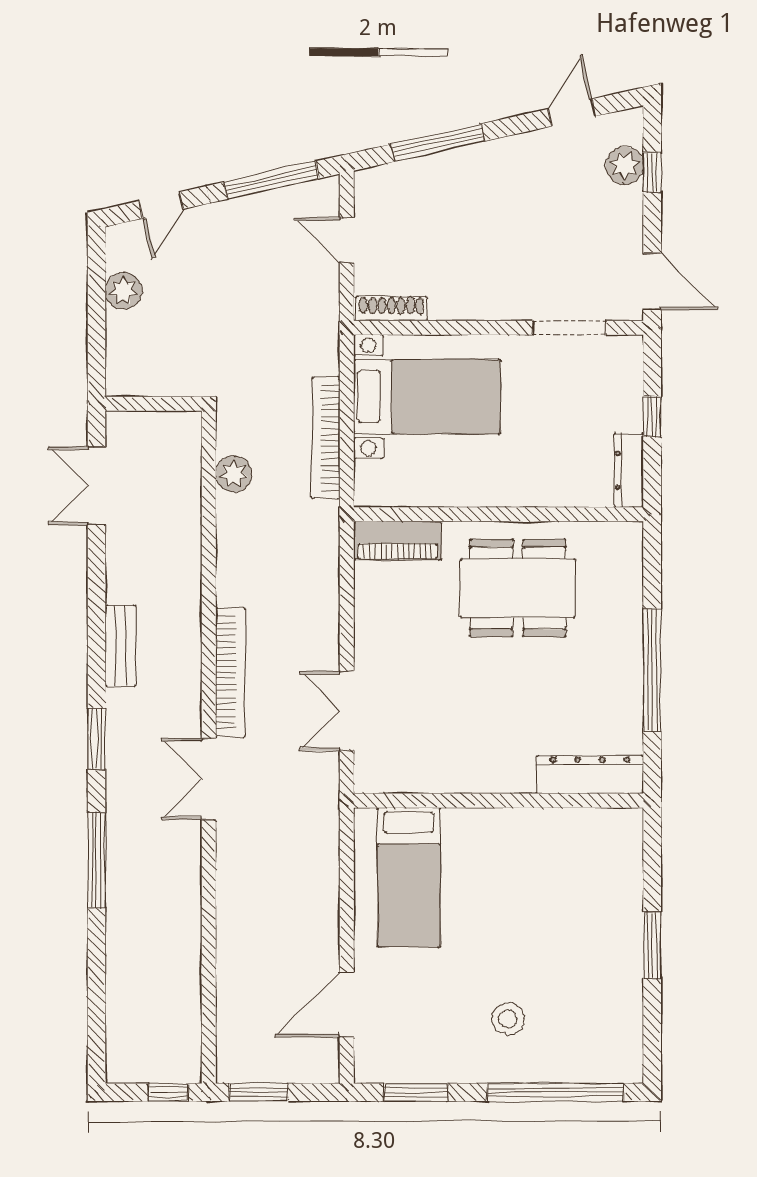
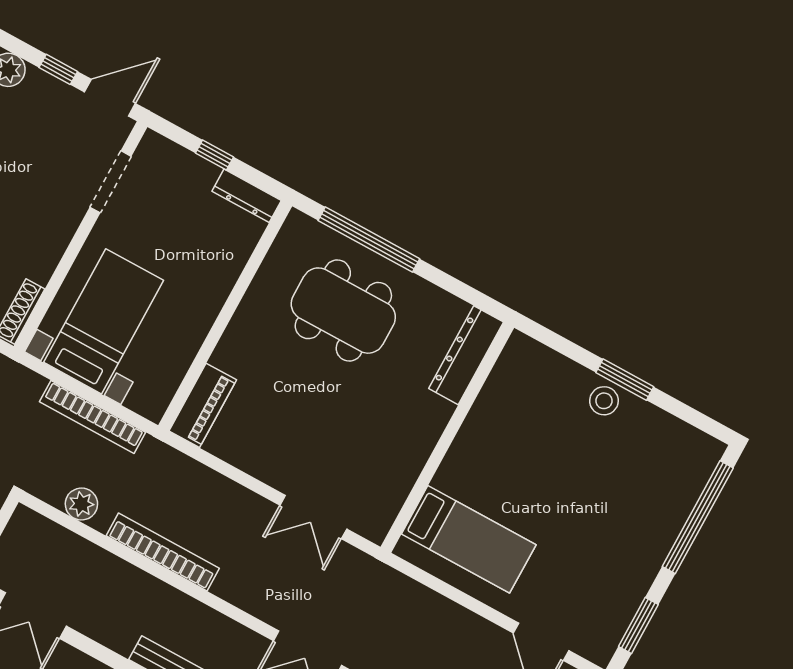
window: (652, 172) -> (58, 69), moved
dining table: (518, 588) -> (343, 311), moved, turned 90
window: (652, 670) -> (369, 240), moved
bookcase: (230, 673) -> (163, 552), moved
stool: (508, 1019) -> (604, 401), moved

